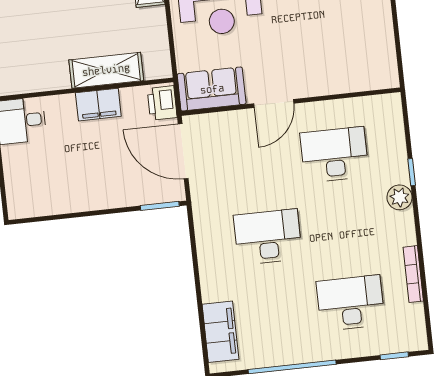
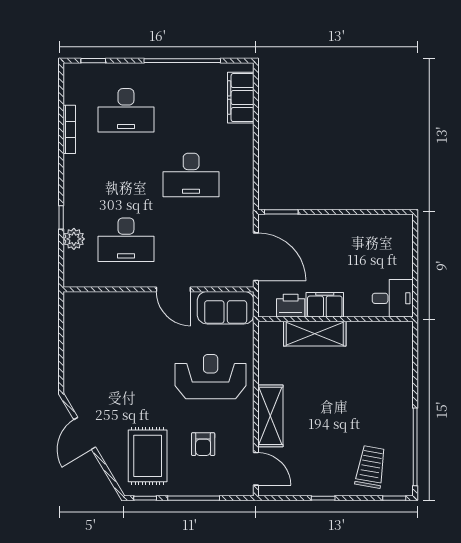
printer: (162, 103) -> (291, 306), moved, turned -90
door: (274, 103) -> (173, 289), swing flipped
plant: (400, 197) -> (74, 239), moved

